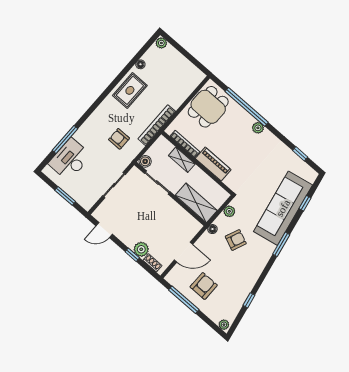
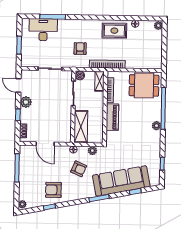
shelving: (182, 160) -> (99, 81), moved
plant: (141, 249) -> (26, 102), moved
armchair: (204, 286) -> (53, 190), moved, turned 180

